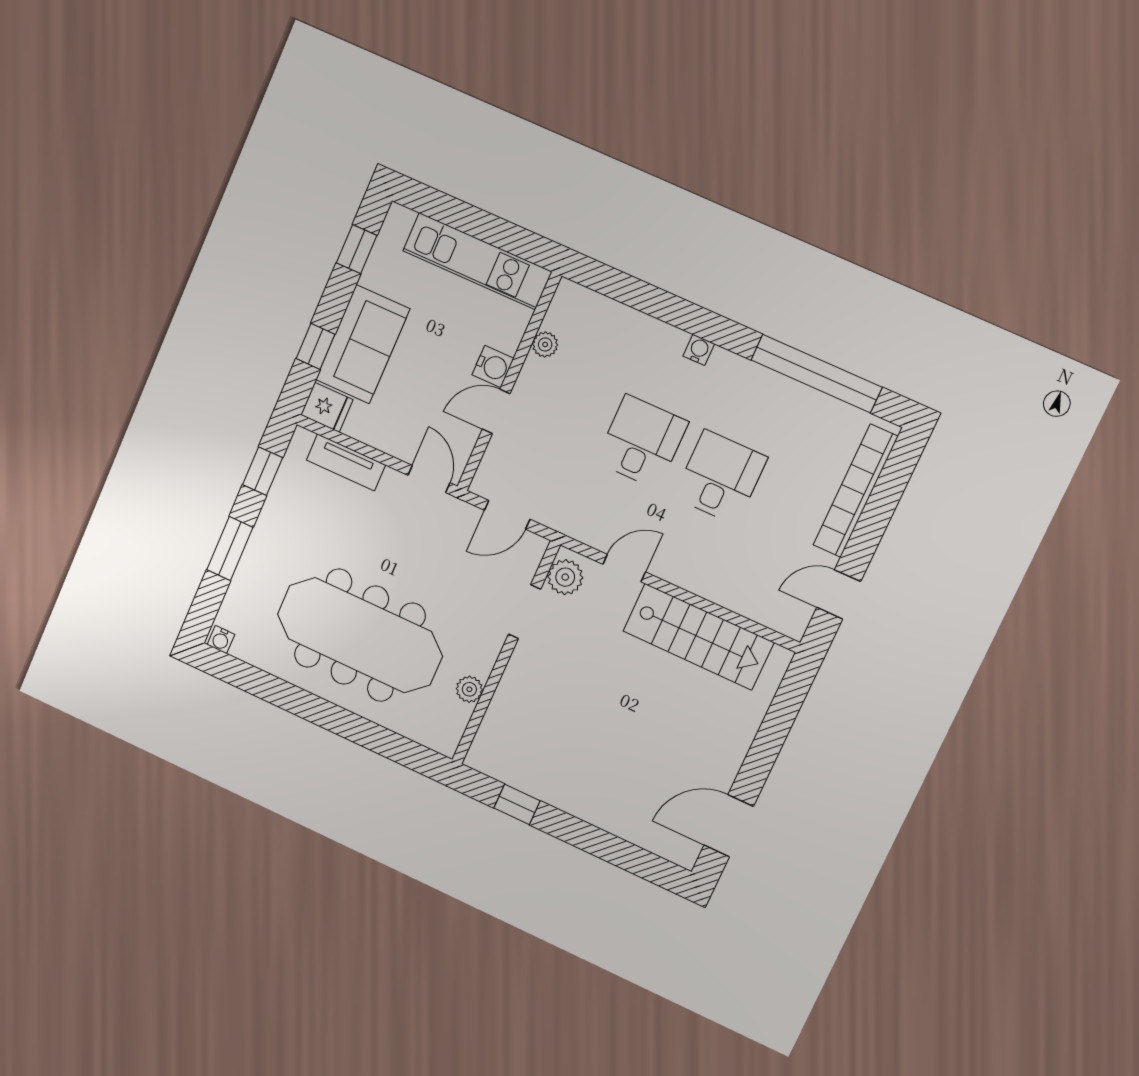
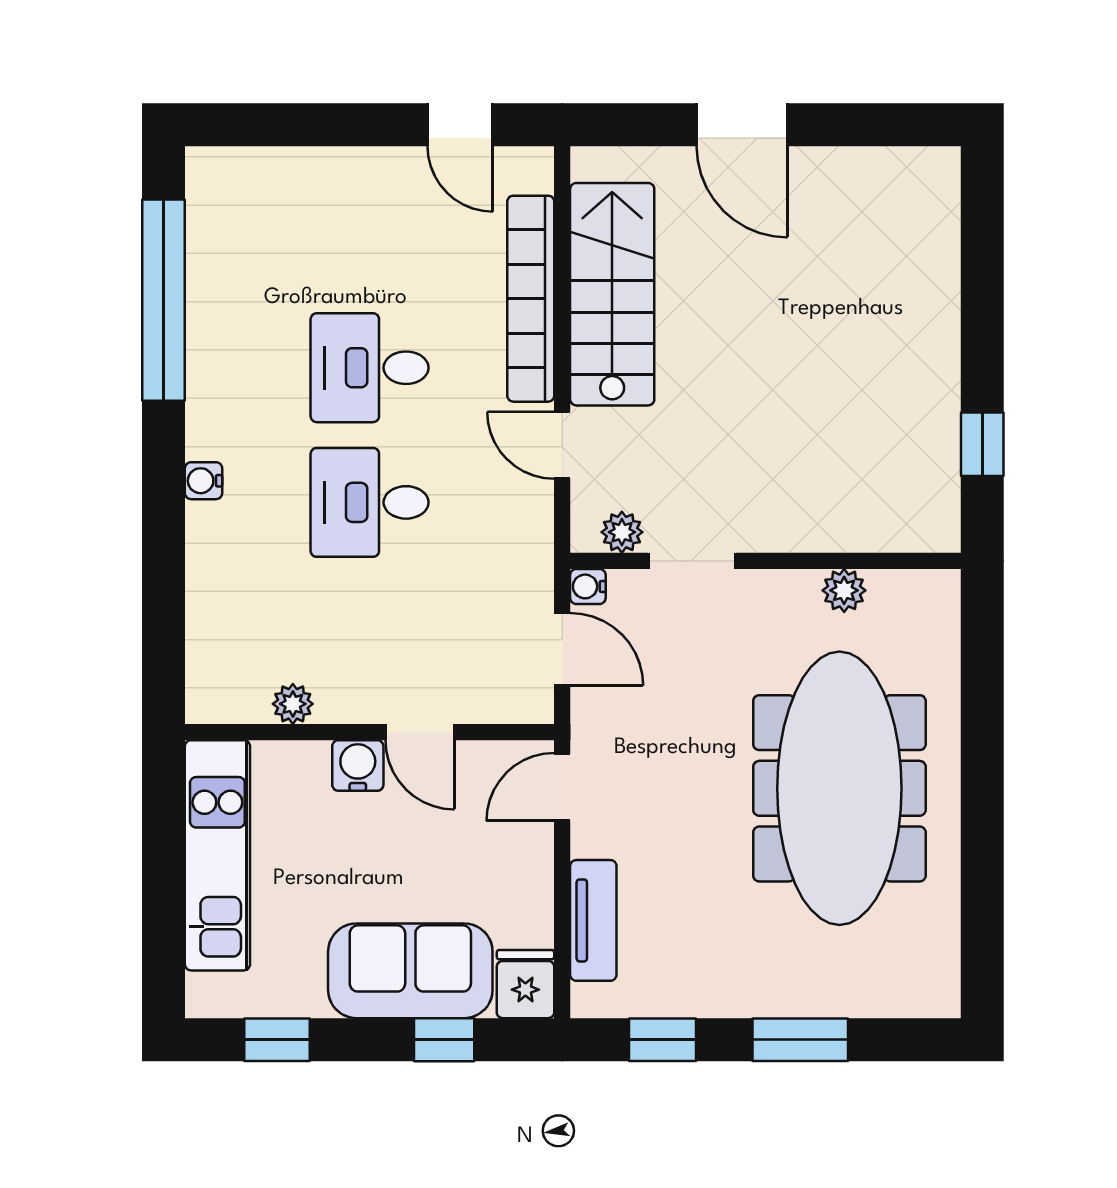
bookcase: (856, 491) -> (531, 299), moved, turned 90
plant: (565, 577) -> (622, 532), width x0.73, depth x0.73
water cooler: (221, 639) -> (588, 586), moved, turned 180
door: (729, 826) -> (742, 125), moved

